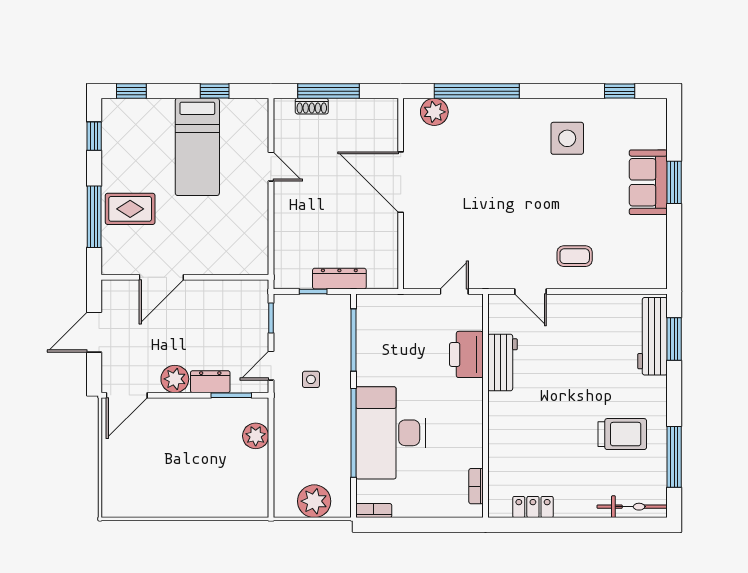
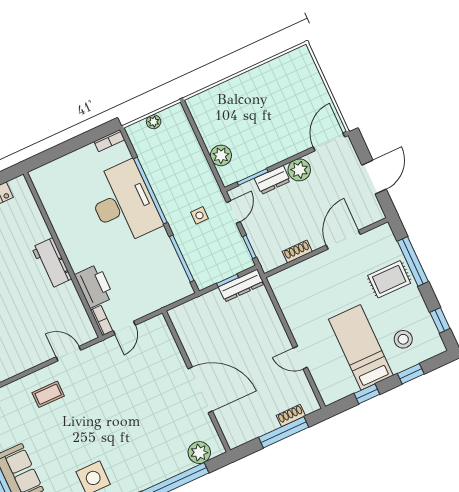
window: (131, 91) -> (411, 374), moved
stool: (145, 134) -> (403, 339), added
dresser: (339, 279) -> (241, 285), moved
shoe rack: (219, 288) -> (297, 252), added
workbench: (503, 363) -> (52, 263), moved
bookcase: (476, 486) -> (102, 321), moved
plant: (314, 501) -> (154, 122), width x0.53, depth x0.53

